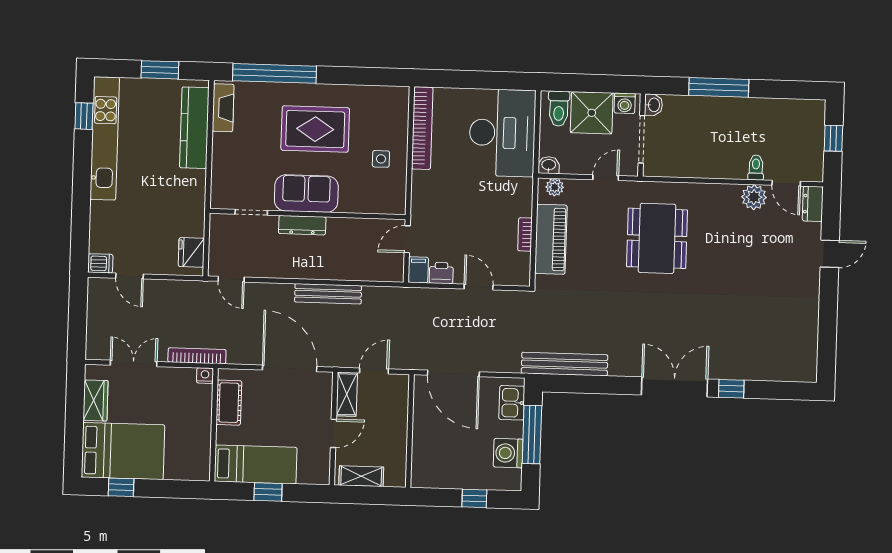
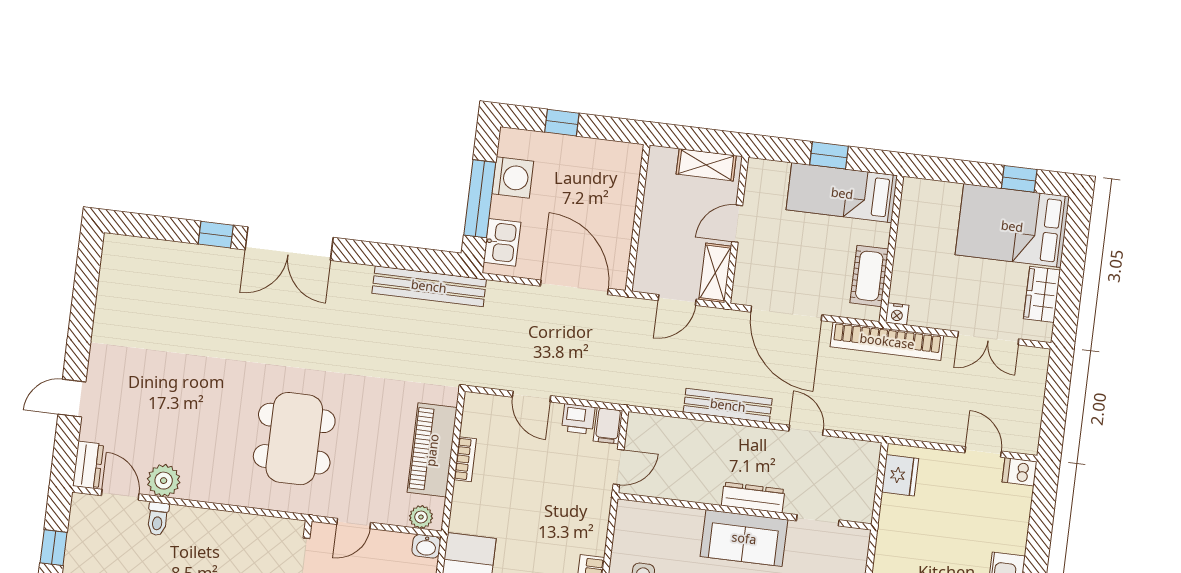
door: (231, 279) -> (806, 430), moved
bookcase: (197, 356) -> (887, 341), width x1.48, depth x1.31

